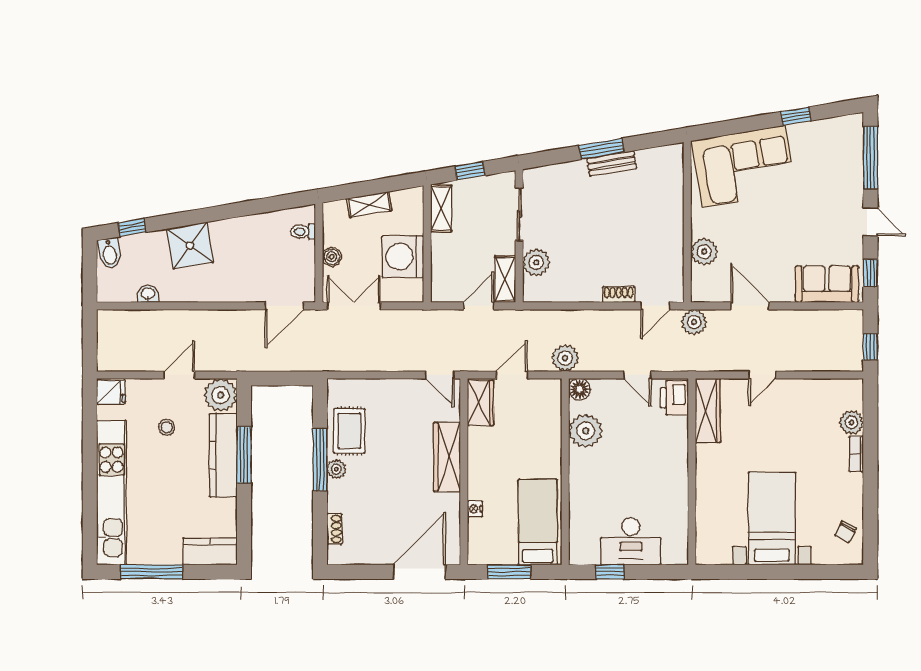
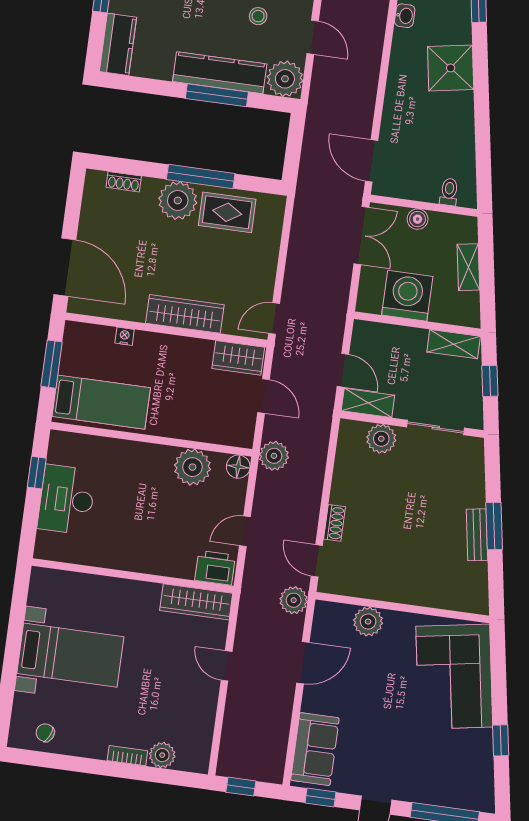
plant: (336, 469) -> (178, 200), width x1.87, depth x1.87

